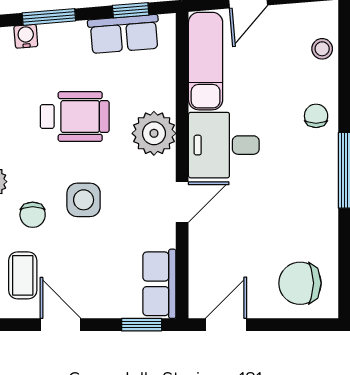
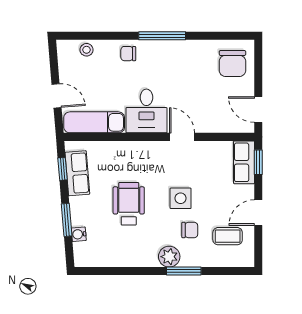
plant: (154, 133) -> (139, 154), removed
row of seats: (159, 284) -> (244, 162), moved, turned 90

